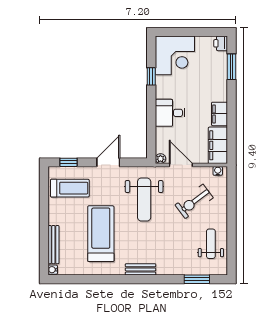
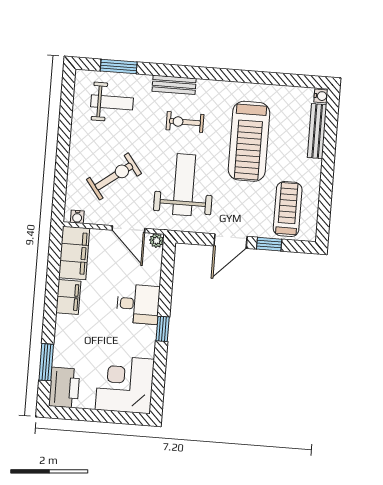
printer: (221, 43) -> (64, 388), width x1.87, depth x1.48
window: (151, 76) -> (163, 329), moved
window: (69, 162) -> (269, 244), moved
treadmill: (70, 188) -> (288, 209), turned 90
exercise bike: (147, 244) -> (185, 122), added
weight bench: (211, 244) -> (112, 102), moved, turned -90
bench: (141, 269) -> (174, 85), moved

